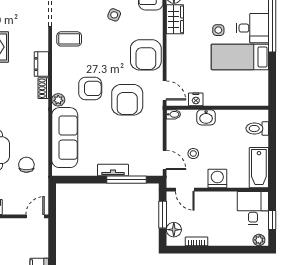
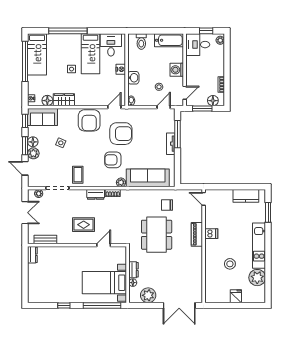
desk: (253, 28) -> (111, 45), moved
armchair: (146, 55) -> (89, 120), turned 90
armchair: (90, 88) -> (113, 160), turned -90
nightstand: (196, 99) -> (121, 69), moved

